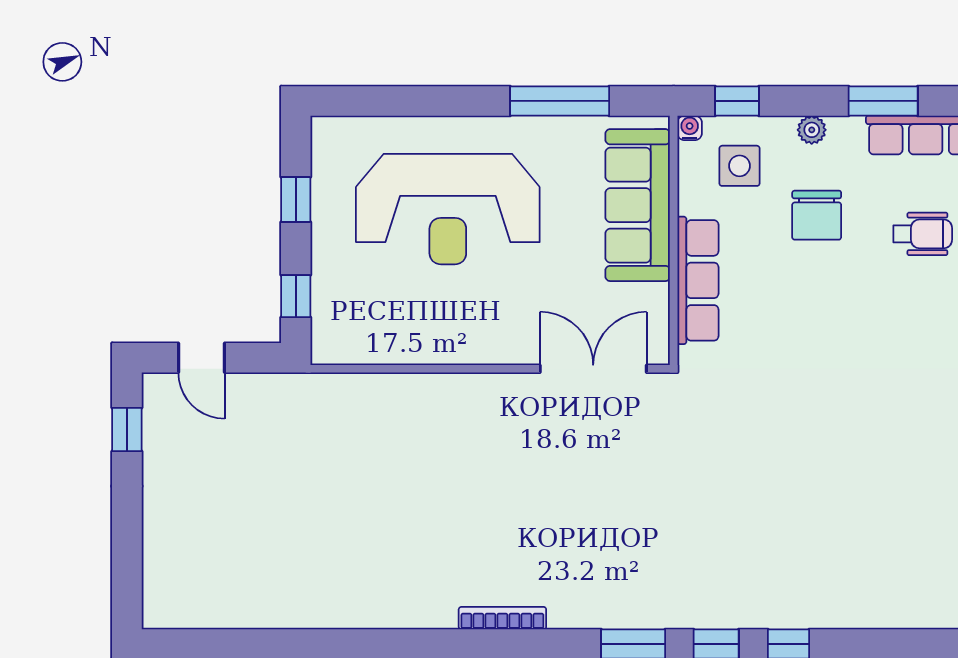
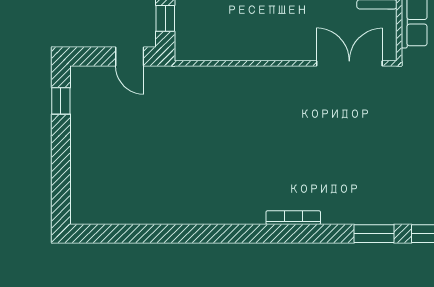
door: (202, 358) -> (130, 57), moved

